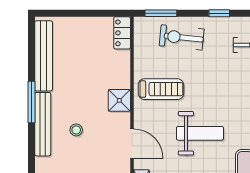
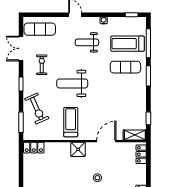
exercise bike: (182, 37) -> (37, 109), turned -30
weight bench: (200, 133) -> (72, 83), moved, turned -90

